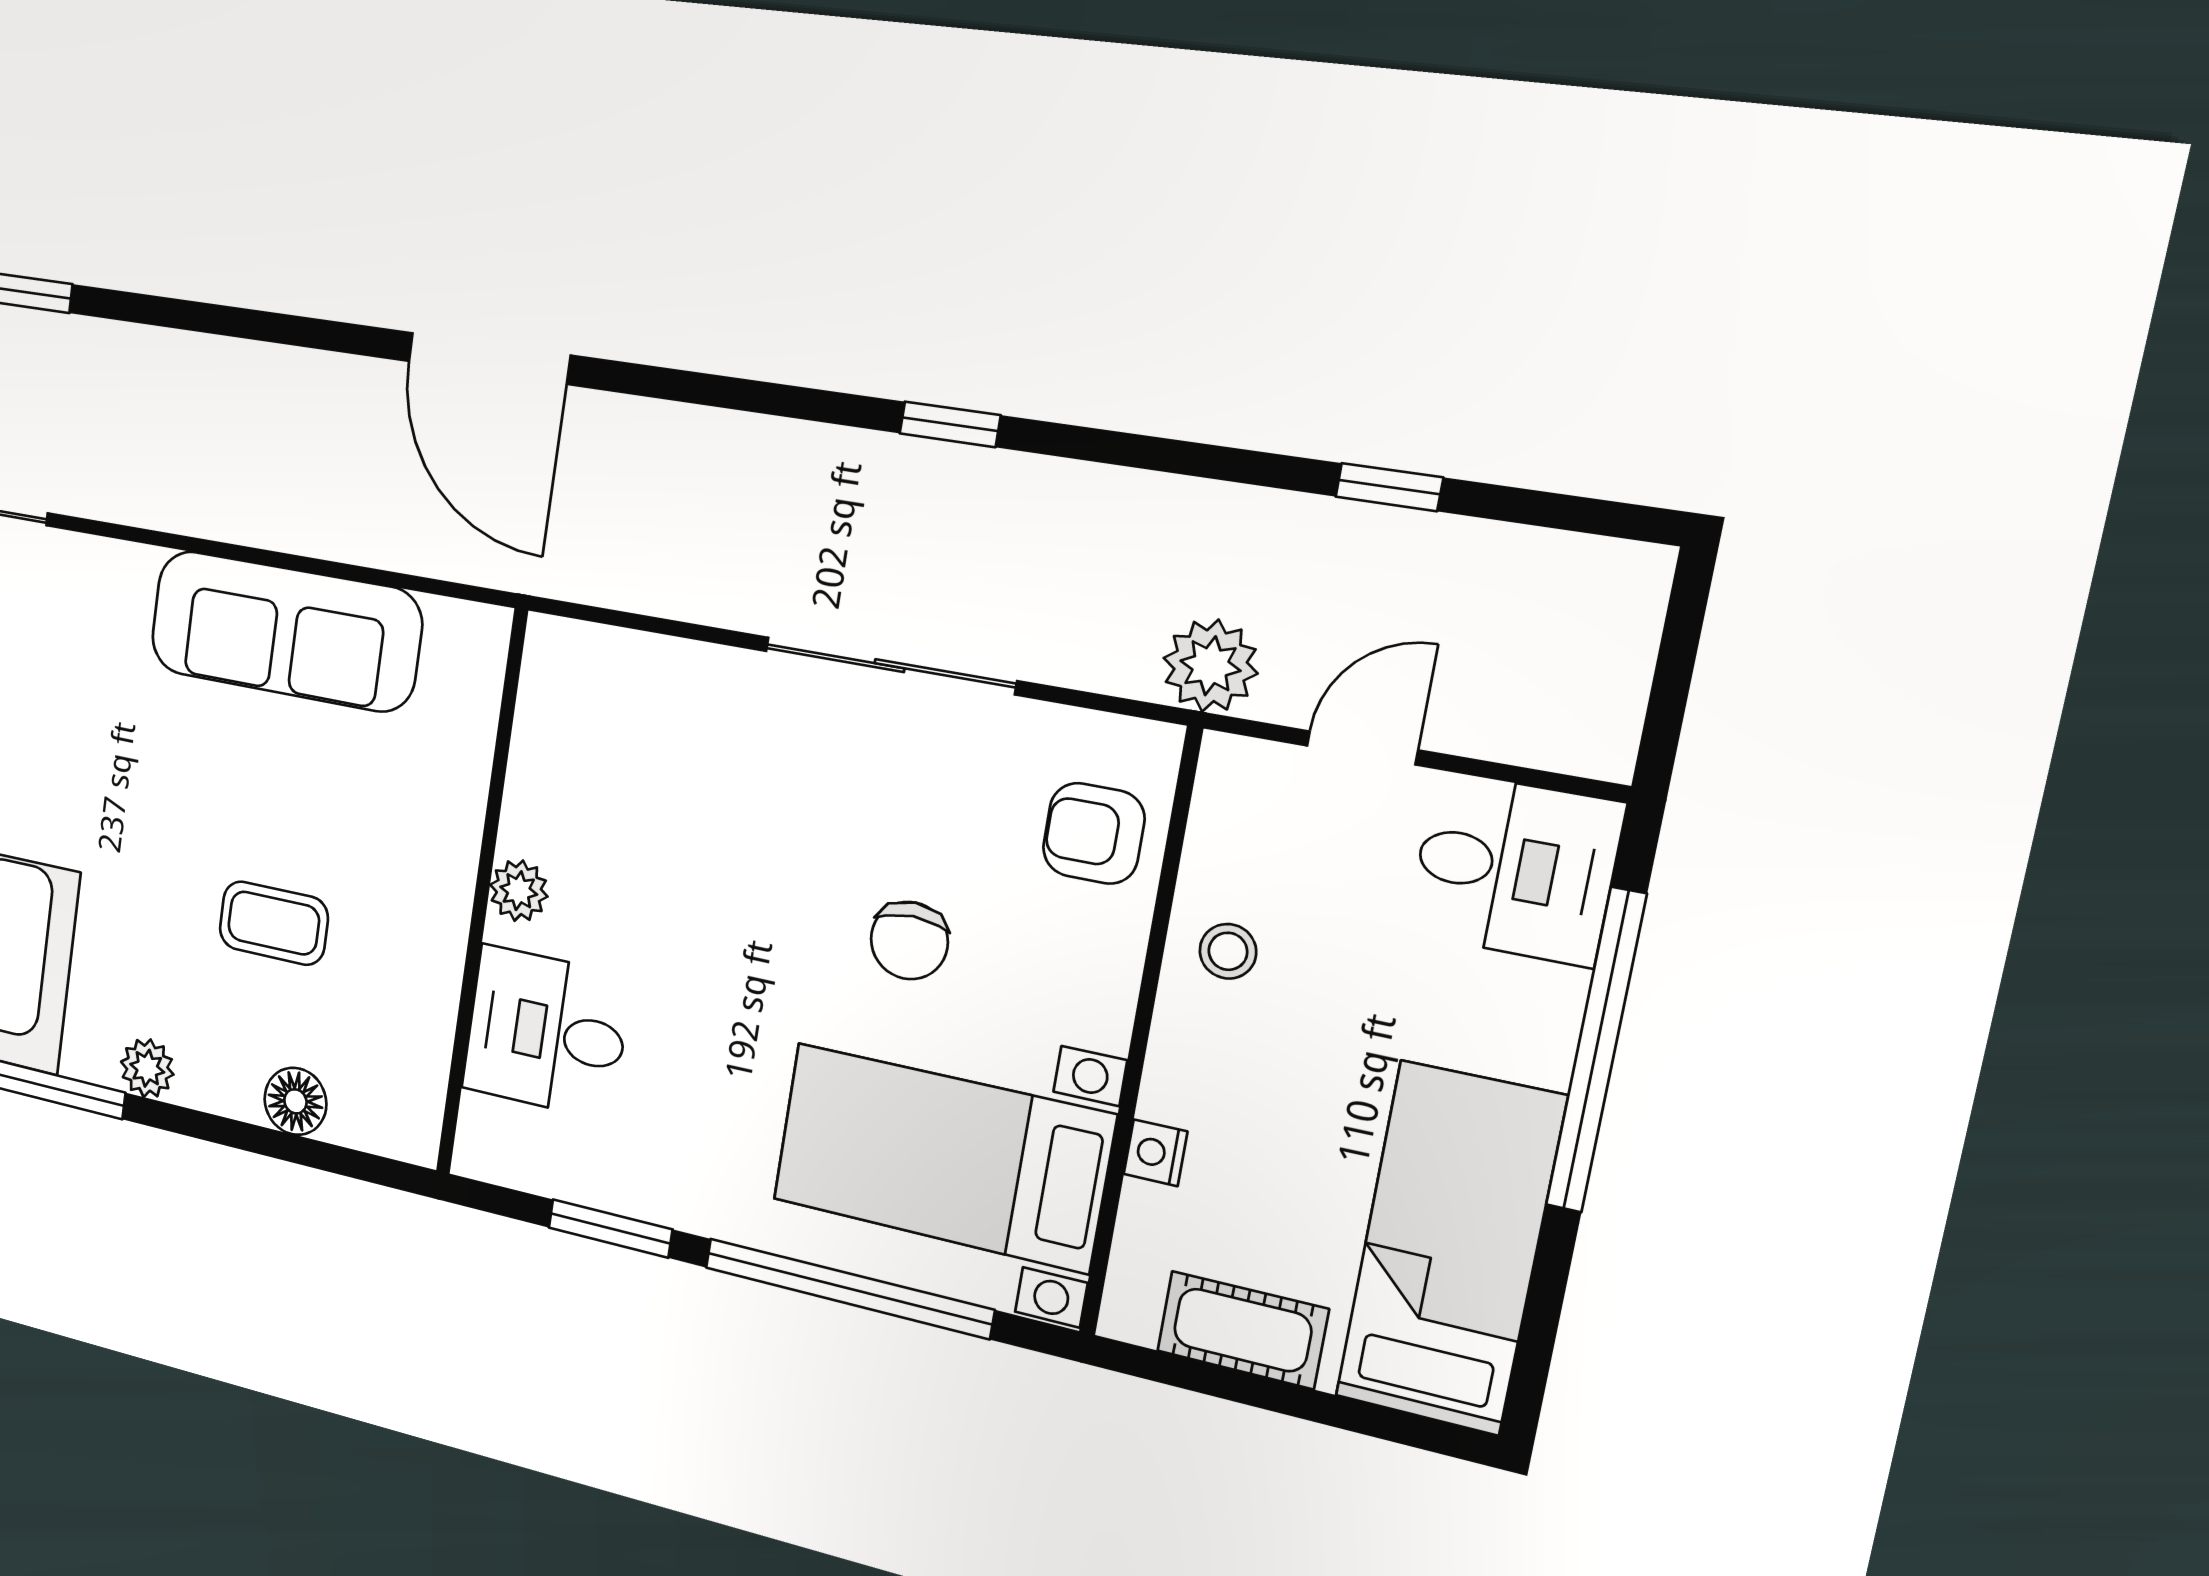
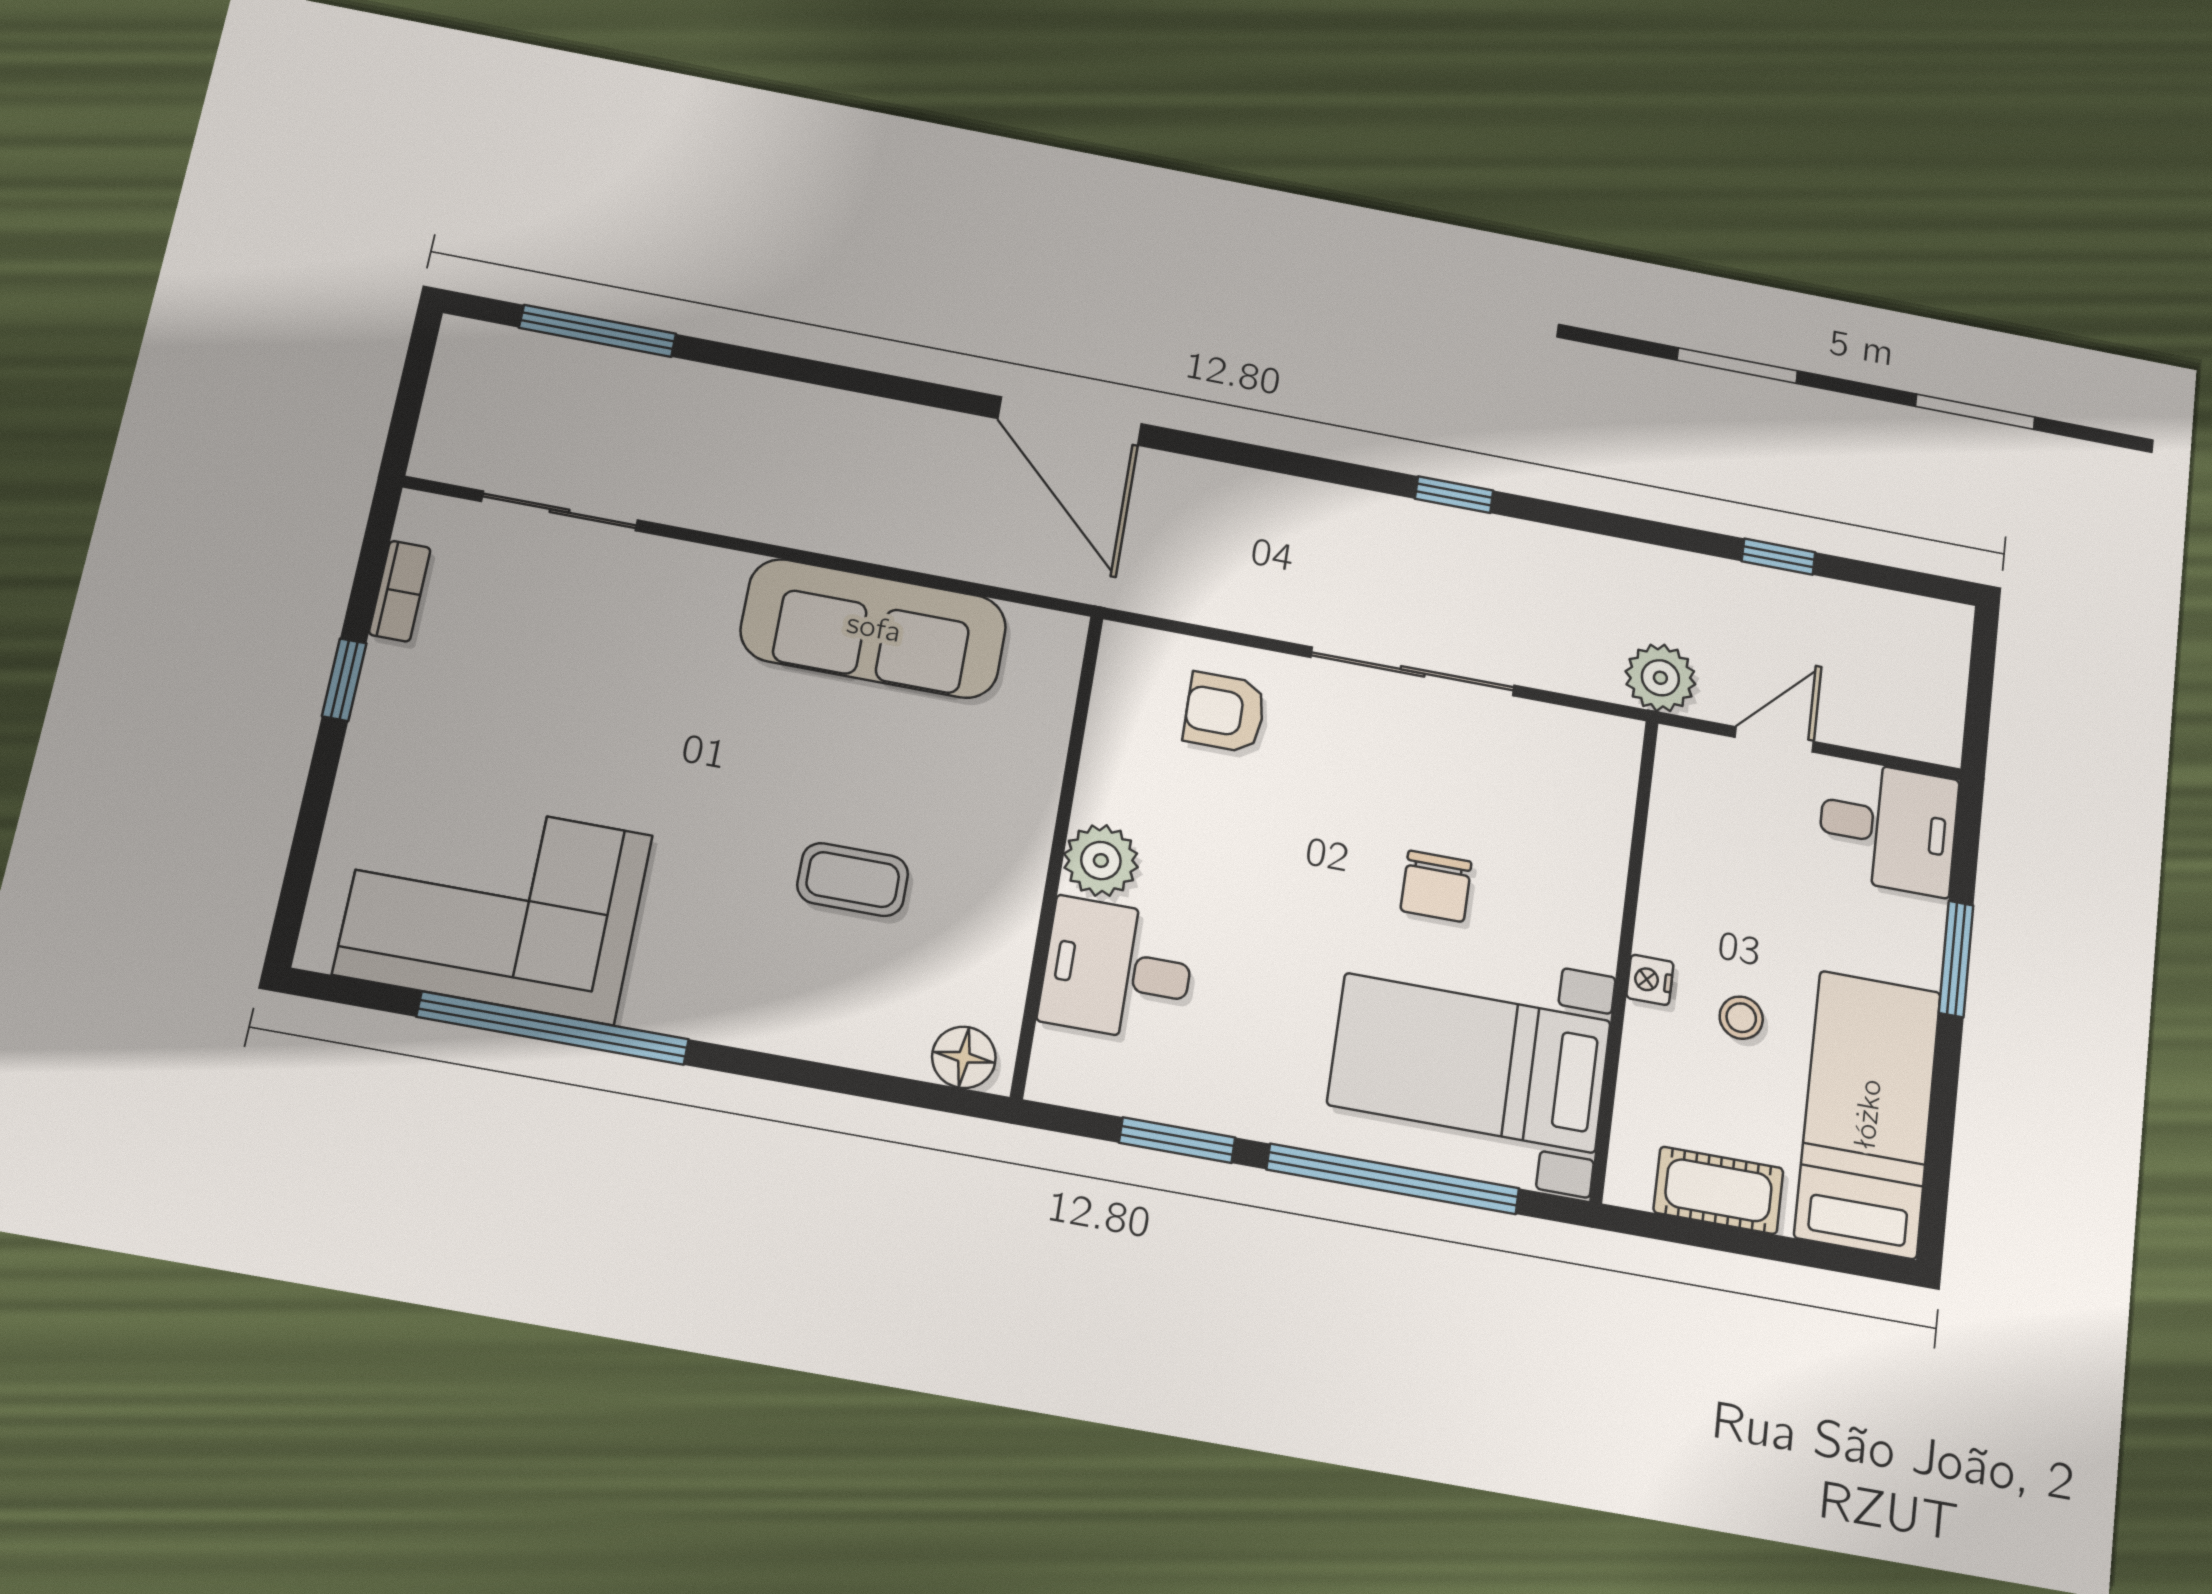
armchair: (1094, 833) -> (1225, 712), moved
plant: (519, 891) -> (1101, 861), width x1.38, depth x1.38
stool: (1228, 951) -> (1741, 1018), moved
window: (1596, 1051) -> (1956, 959), width x0.47
plant: (147, 1068) -> (714, 1015), removed
floor lamp: (295, 1101) -> (964, 1057), moved
nightstand: (1156, 1153) -> (1650, 980), moved

